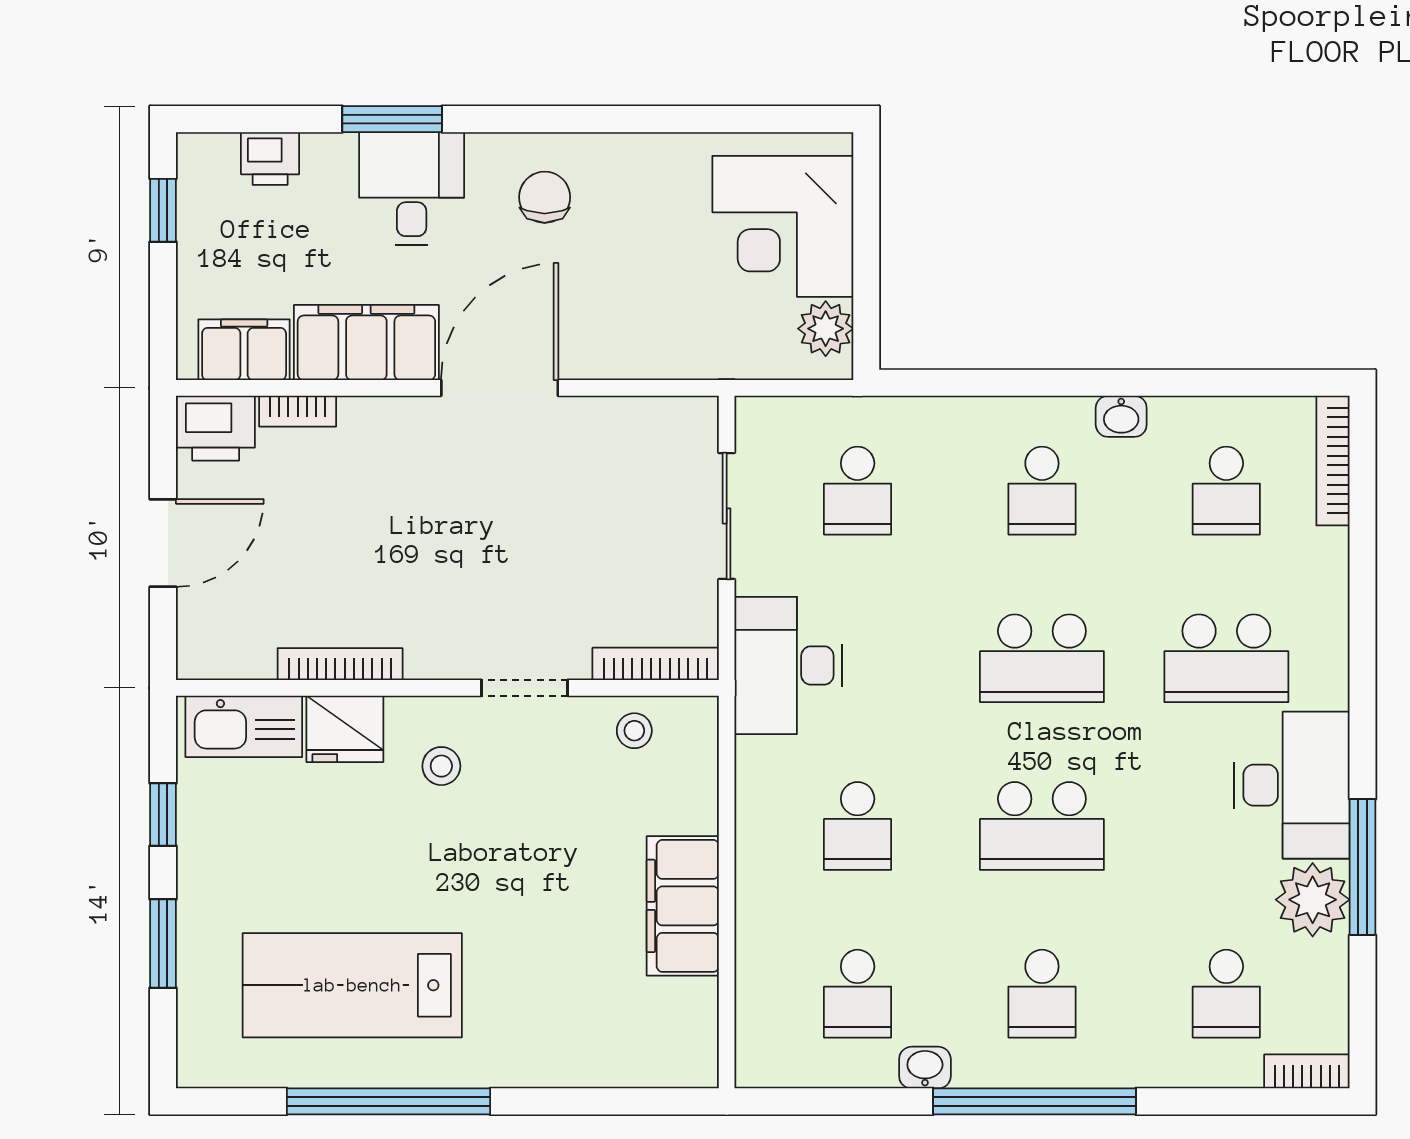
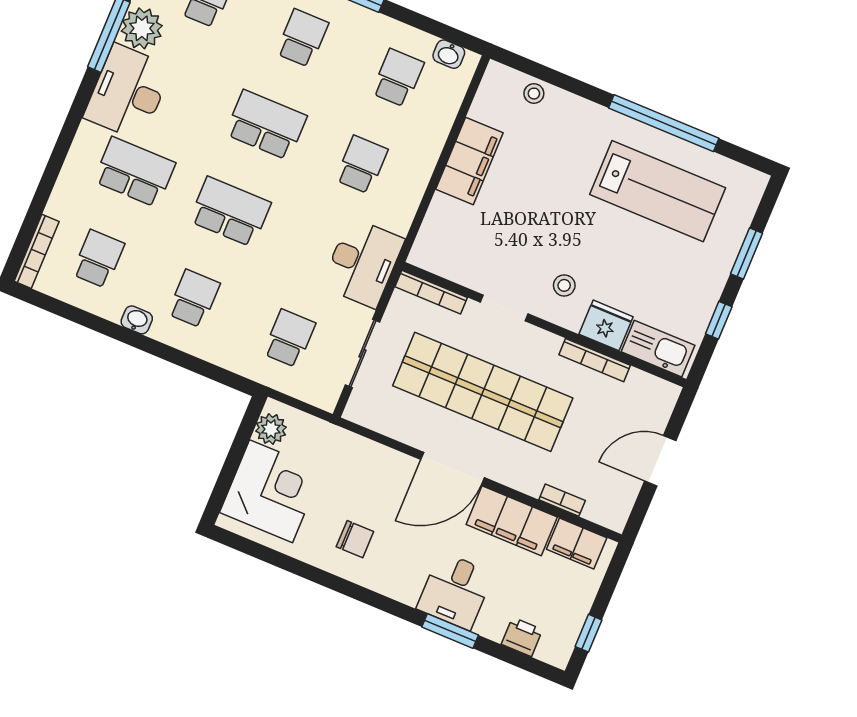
chair: (545, 197) -> (355, 539), moved, turned -90
printer: (216, 428) -> (608, 509), removed
shop shelf: (502, 535) -> (483, 392), added
stool: (634, 731) -> (534, 94), moved
washbasin: (925, 1068) -> (449, 54), moved

